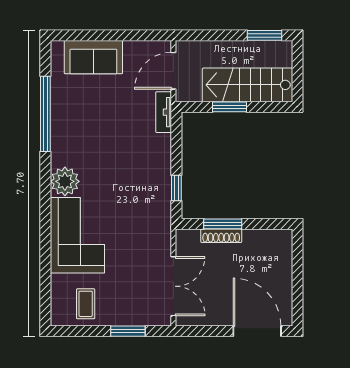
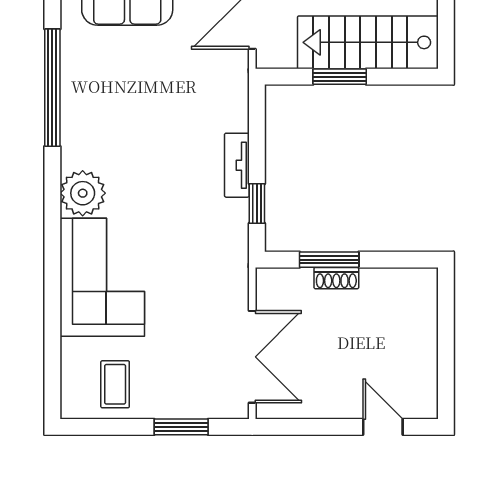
tv unit: (164, 112) -> (237, 165), moved
shoe rack: (221, 236) -> (336, 278), width x0.70
door: (257, 331) -> (383, 427), width x0.53

